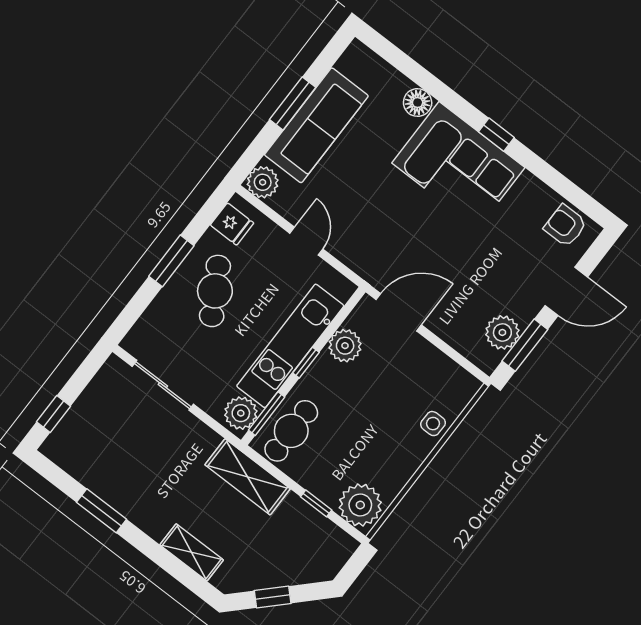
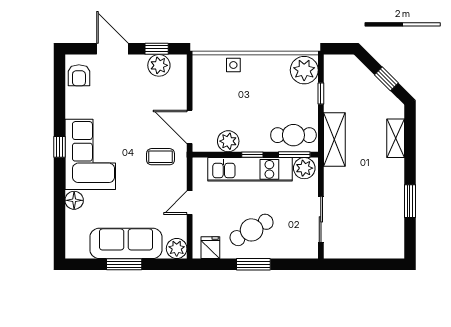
coffee table: (390, 249) -> (161, 157), added
window: (525, 345) -> (157, 49), width x0.67
window: (53, 414) -> (379, 264), removed

